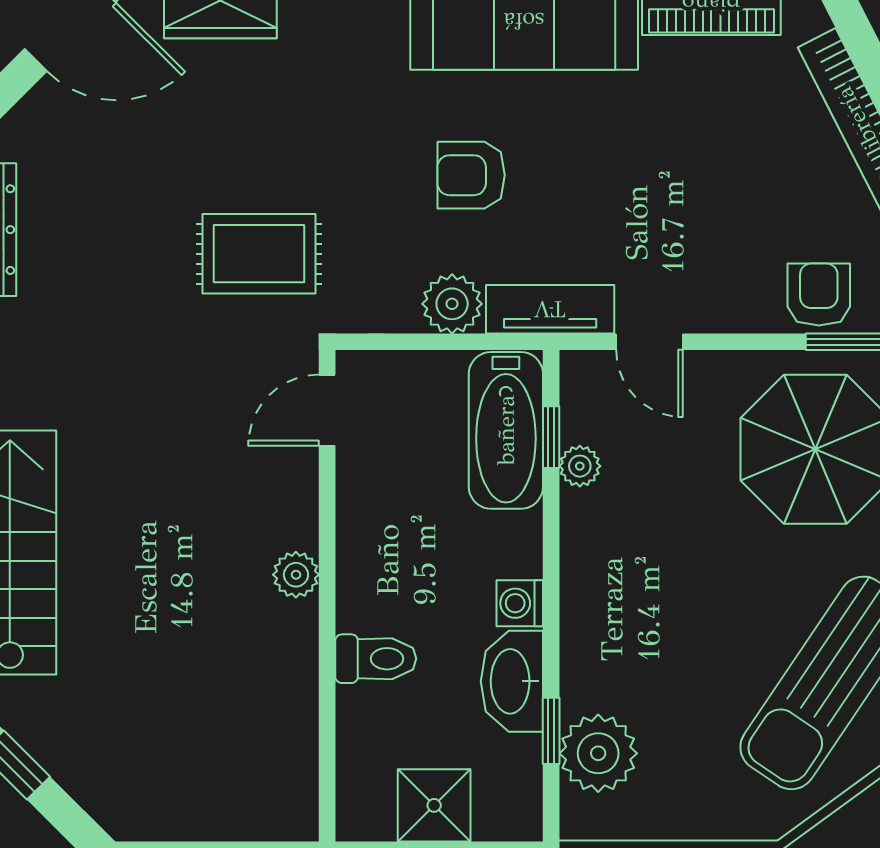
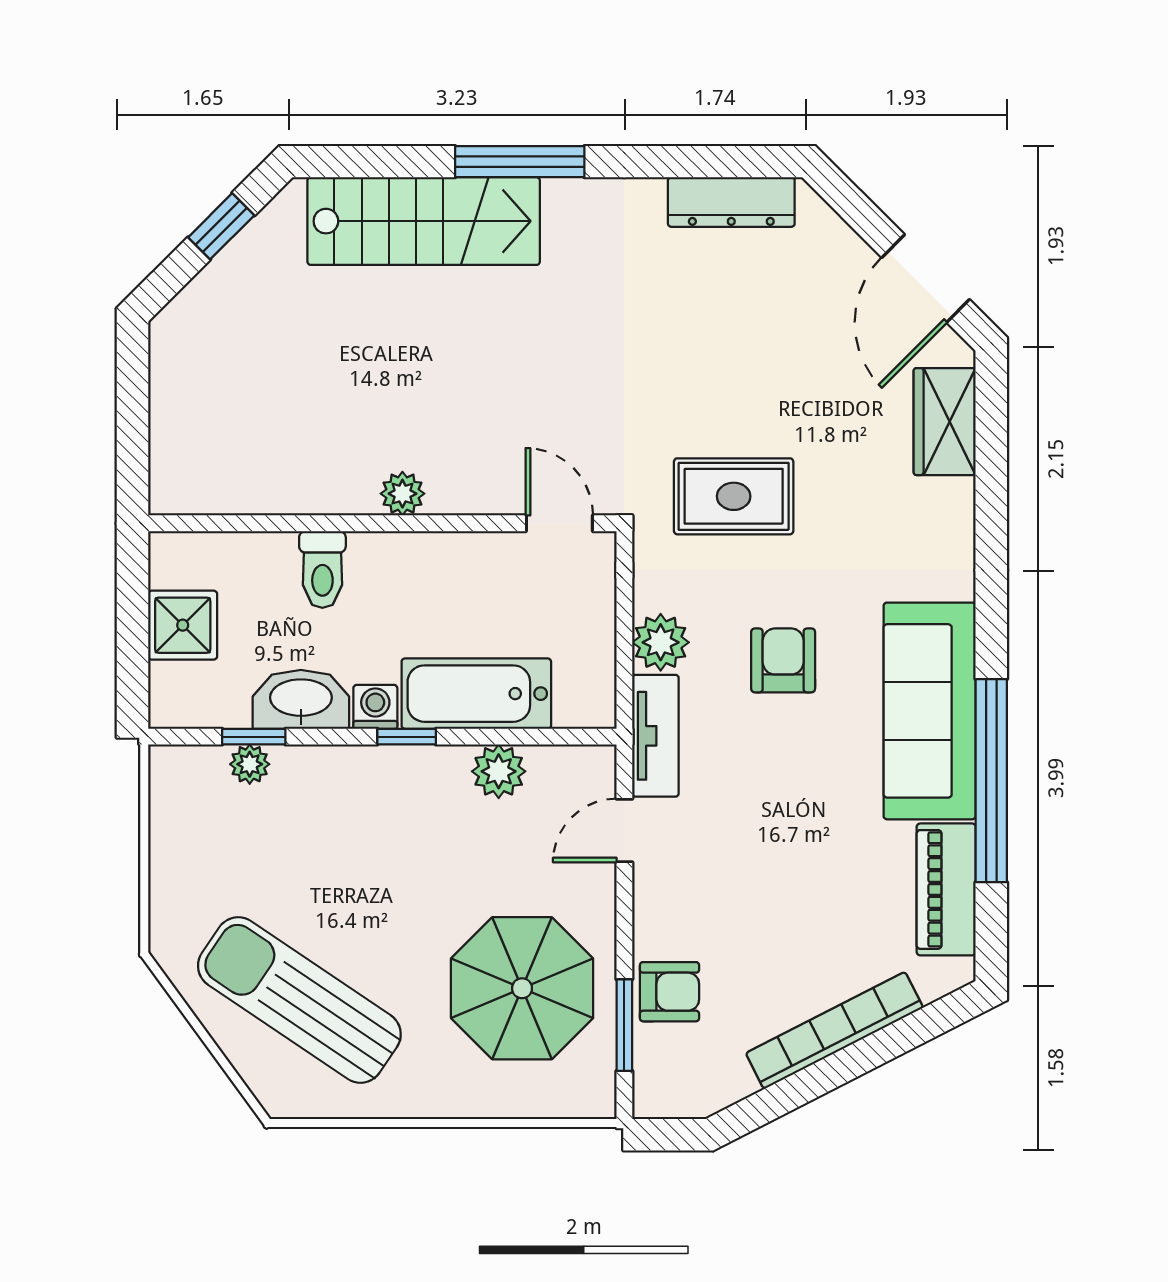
rug: (259, 254) -> (734, 496), moved, turned 90
bathtub: (506, 430) -> (476, 694), moved
window: (551, 437) -> (407, 737), moved
plant: (580, 466) -> (499, 771), width x1.38, depth x1.38
plant: (598, 753) -> (250, 764), width x0.53, depth x0.53

